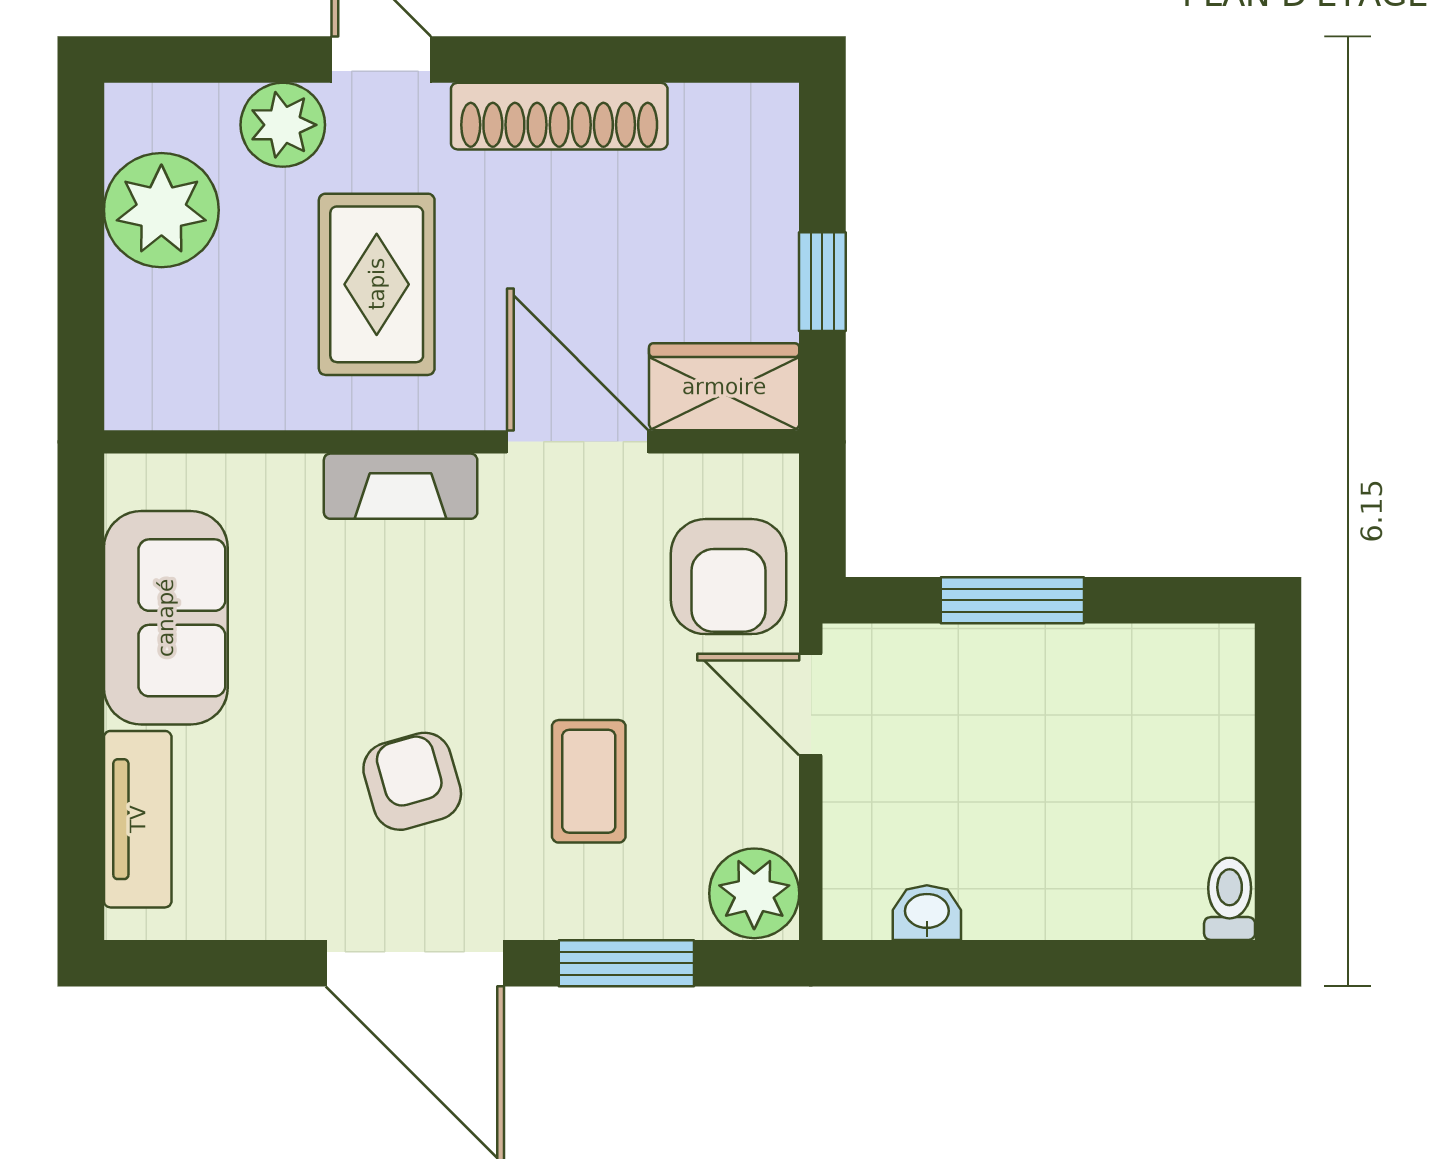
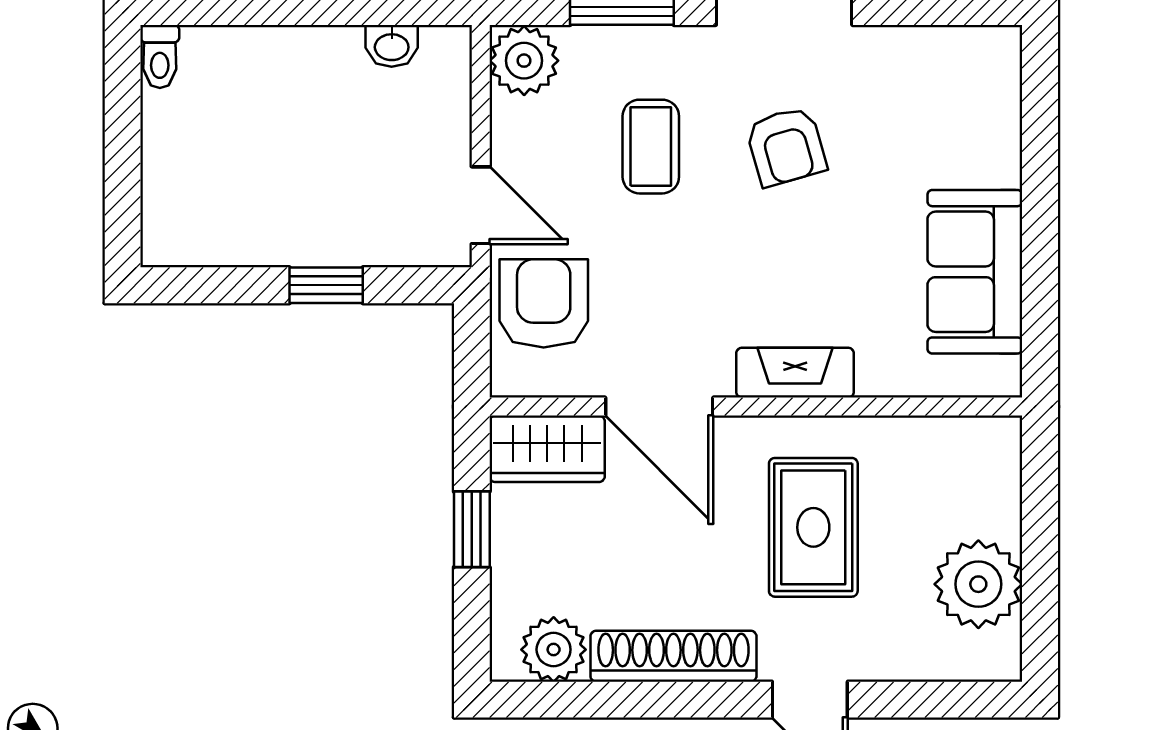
plant: (283, 125) -> (554, 650), moved
window: (1012, 600) -> (326, 285), width x0.67
tv unit: (138, 819) -> (996, 117), removed

